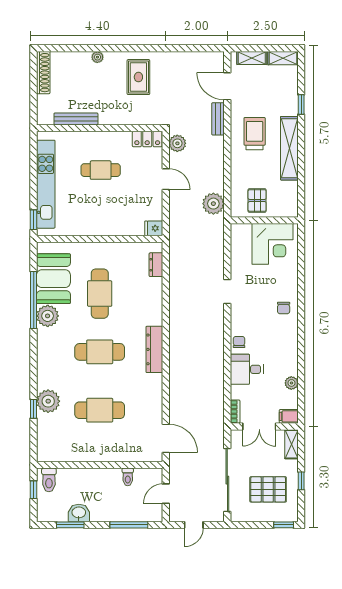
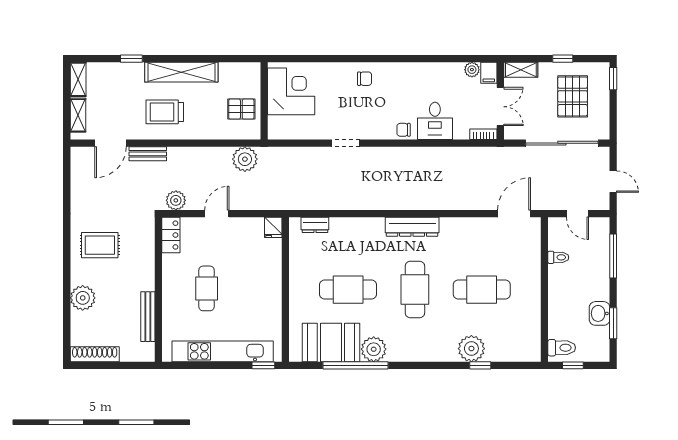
plant: (97, 57) -> (83, 298), width x1.87, depth x1.87
plant: (291, 383) -> (472, 70), moved
cafe table: (100, 410) -> (482, 290), turned 90

